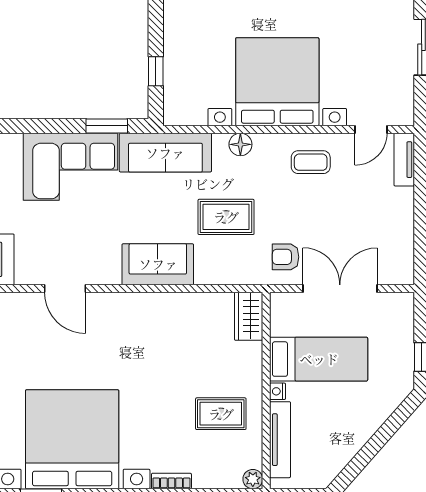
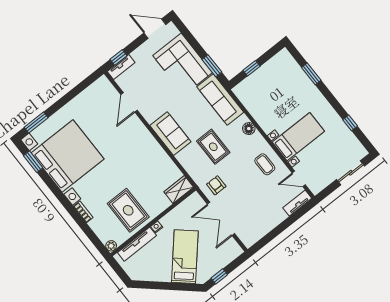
bed with nightstands: (277, 82) -> (298, 137), width x0.54
double door: (340, 288) -> (221, 219), swing flipped
bed: (319, 359) -> (185, 257), moved, turned -139
rug: (221, 414) -> (128, 210), width x1.36, depth x1.43

